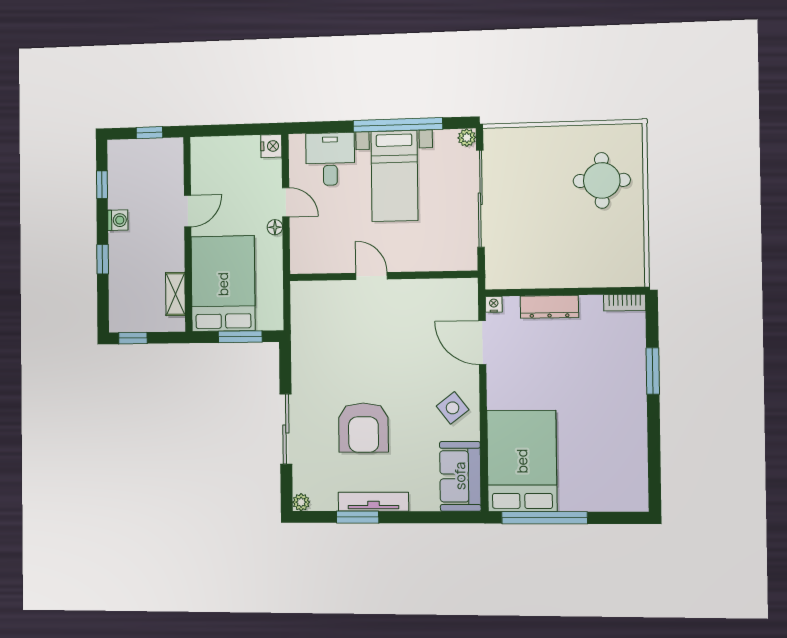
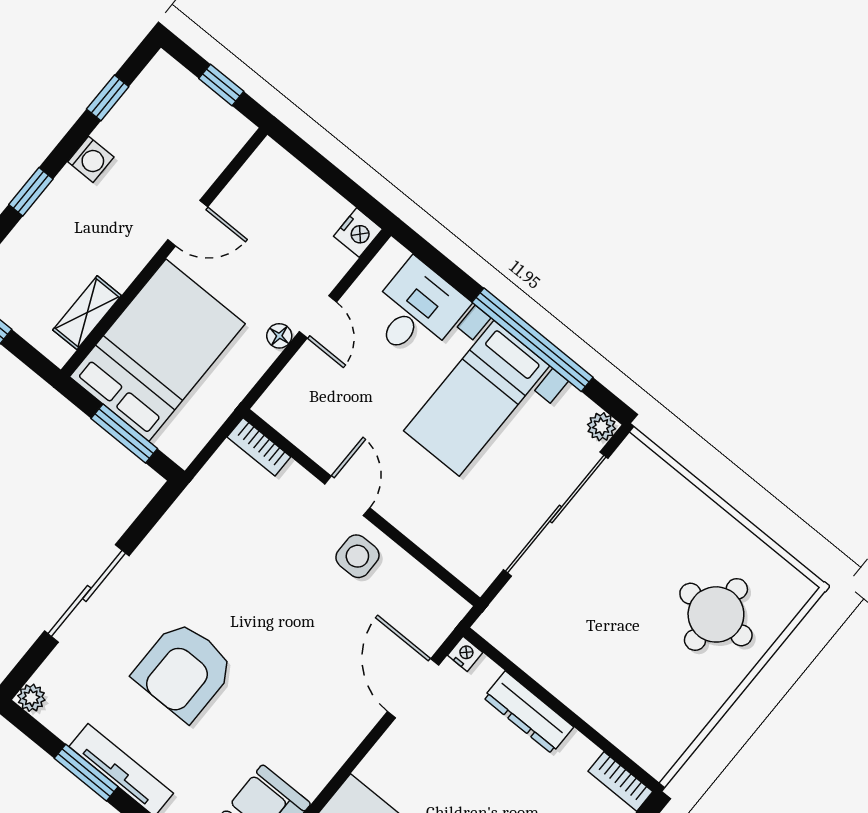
bookcase: (309, 289) -> (259, 447), added
side table: (453, 408) -> (357, 556), moved, turned 38

